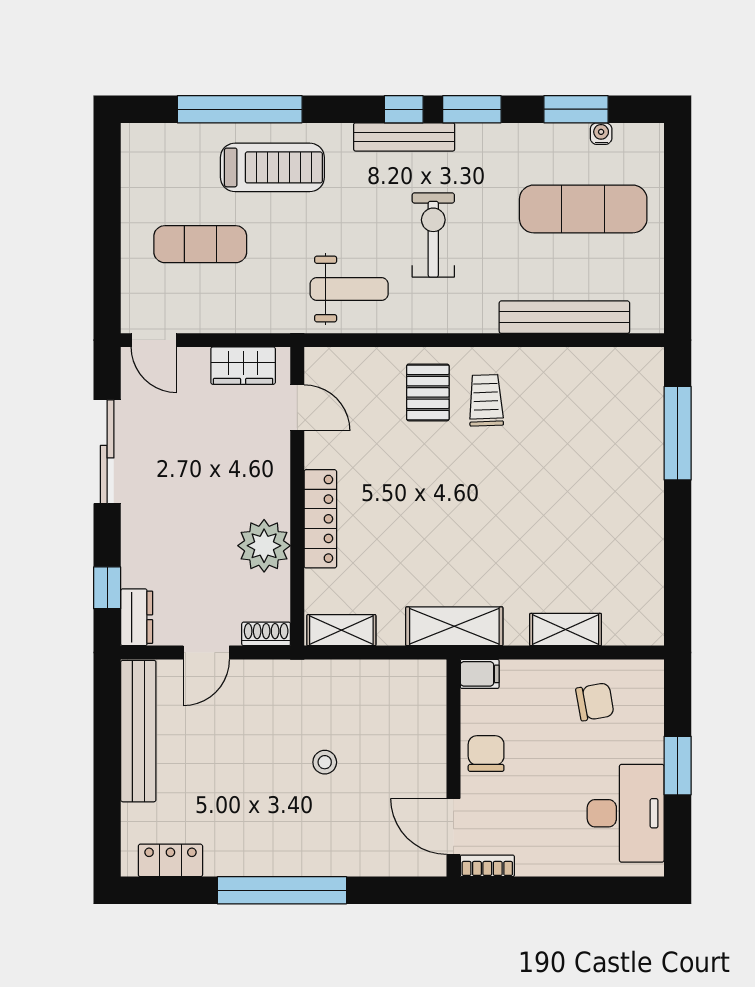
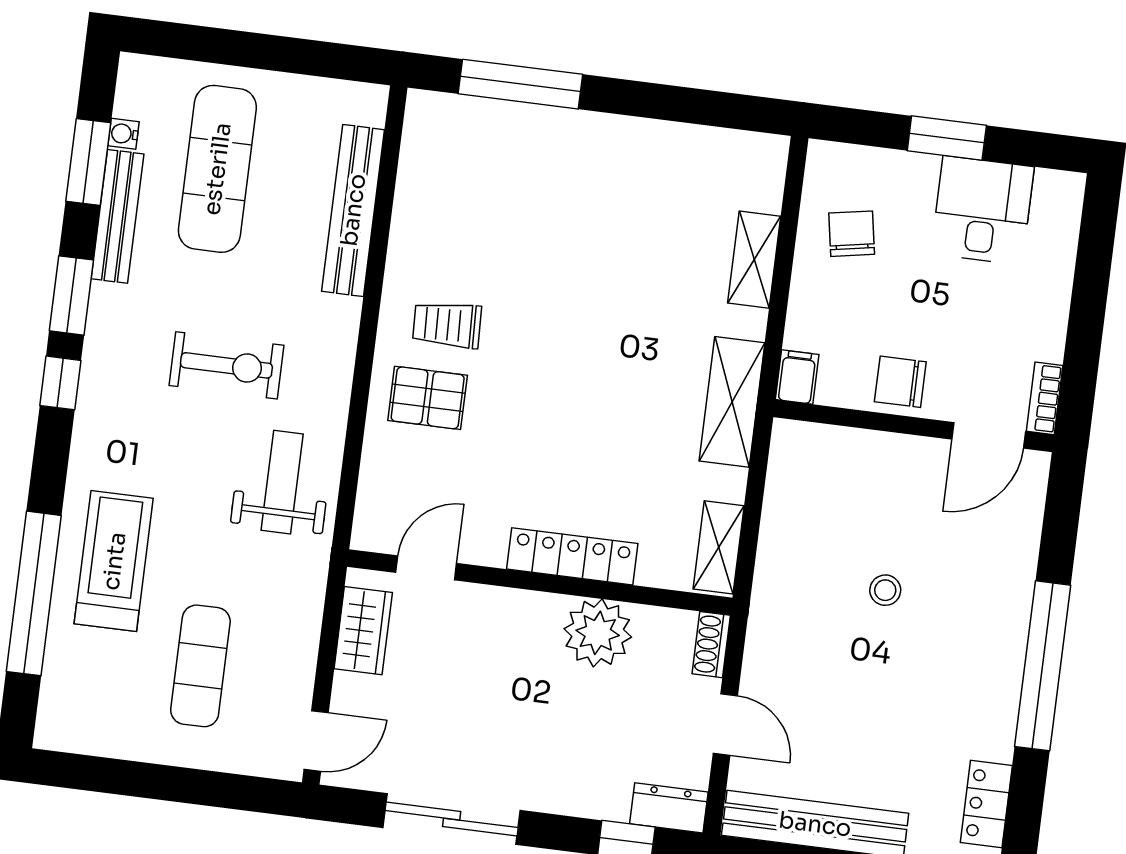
bench: (404, 137) -> (117, 216), moved
exercise bike: (433, 235) -> (226, 365), turned 180
desk: (626, 813) -> (983, 210), width x0.73

